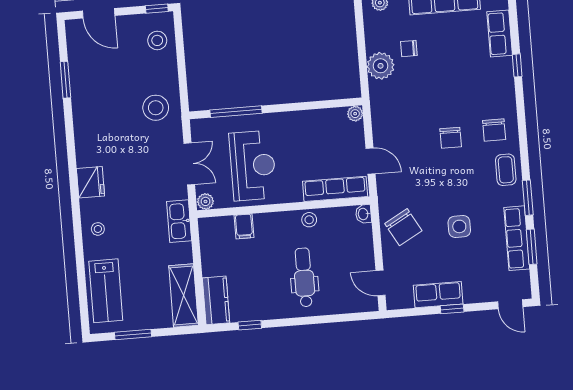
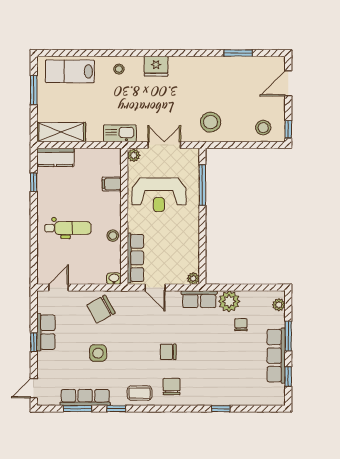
row of seats: (500, 34) -> (199, 299), moved, turned 180
chair: (494, 130) -> (172, 387), turned 90
door: (371, 161) -> (155, 288), hinge flipped
double door: (189, 164) -> (164, 145), swing flipped
window: (528, 198) -> (116, 409), width x0.67

